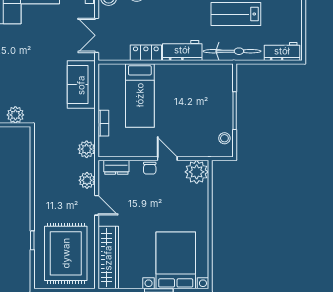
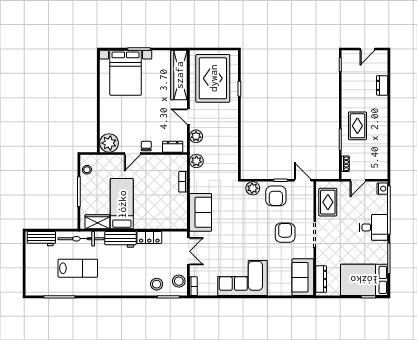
wardrobe: (211, 73) -> (97, 222), added
bed: (140, 95) -> (122, 204), moved
door: (167, 159) -> (132, 154), hinge flipped

